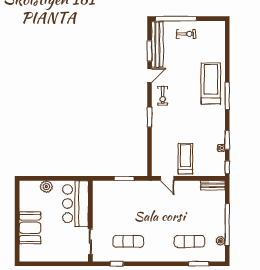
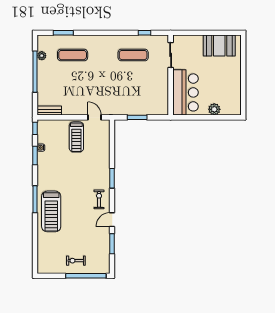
bench: (157, 45) -> (104, 250), removed
booth: (30, 228) -> (219, 46), moved, turned 90

